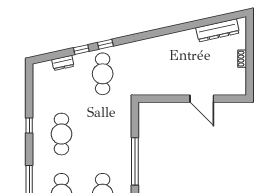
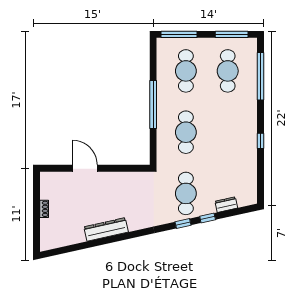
dresser: (218, 30) -> (106, 229), moved
cafe table: (61, 134) -> (186, 132), moved

